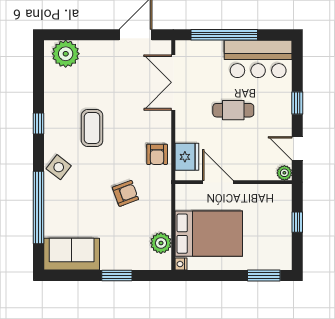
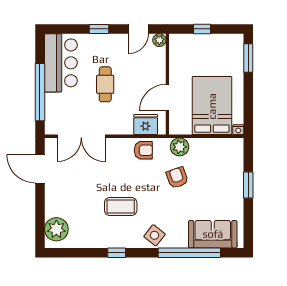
plant: (161, 243) -> (180, 147), moved
sofa: (72, 254) -> (213, 234), moved, turned 90

